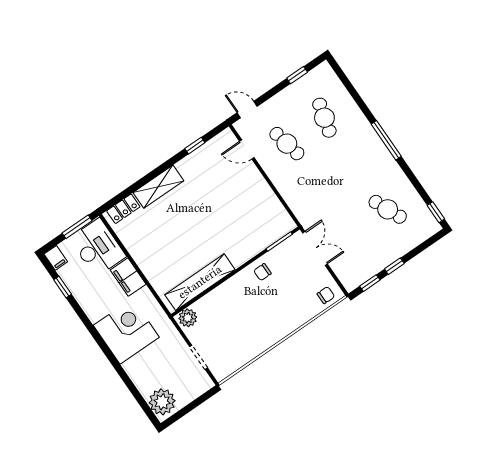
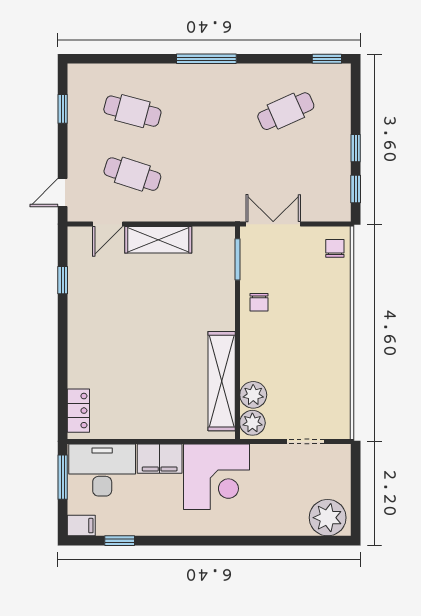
cafe table: (287, 144) -> (132, 174), turned 30
shelving: (158, 187) -> (158, 240), moved, turned 90
plant: (205, 307) -> (253, 395), added
corner desk: (126, 331) -> (217, 477), moved, turned 180

